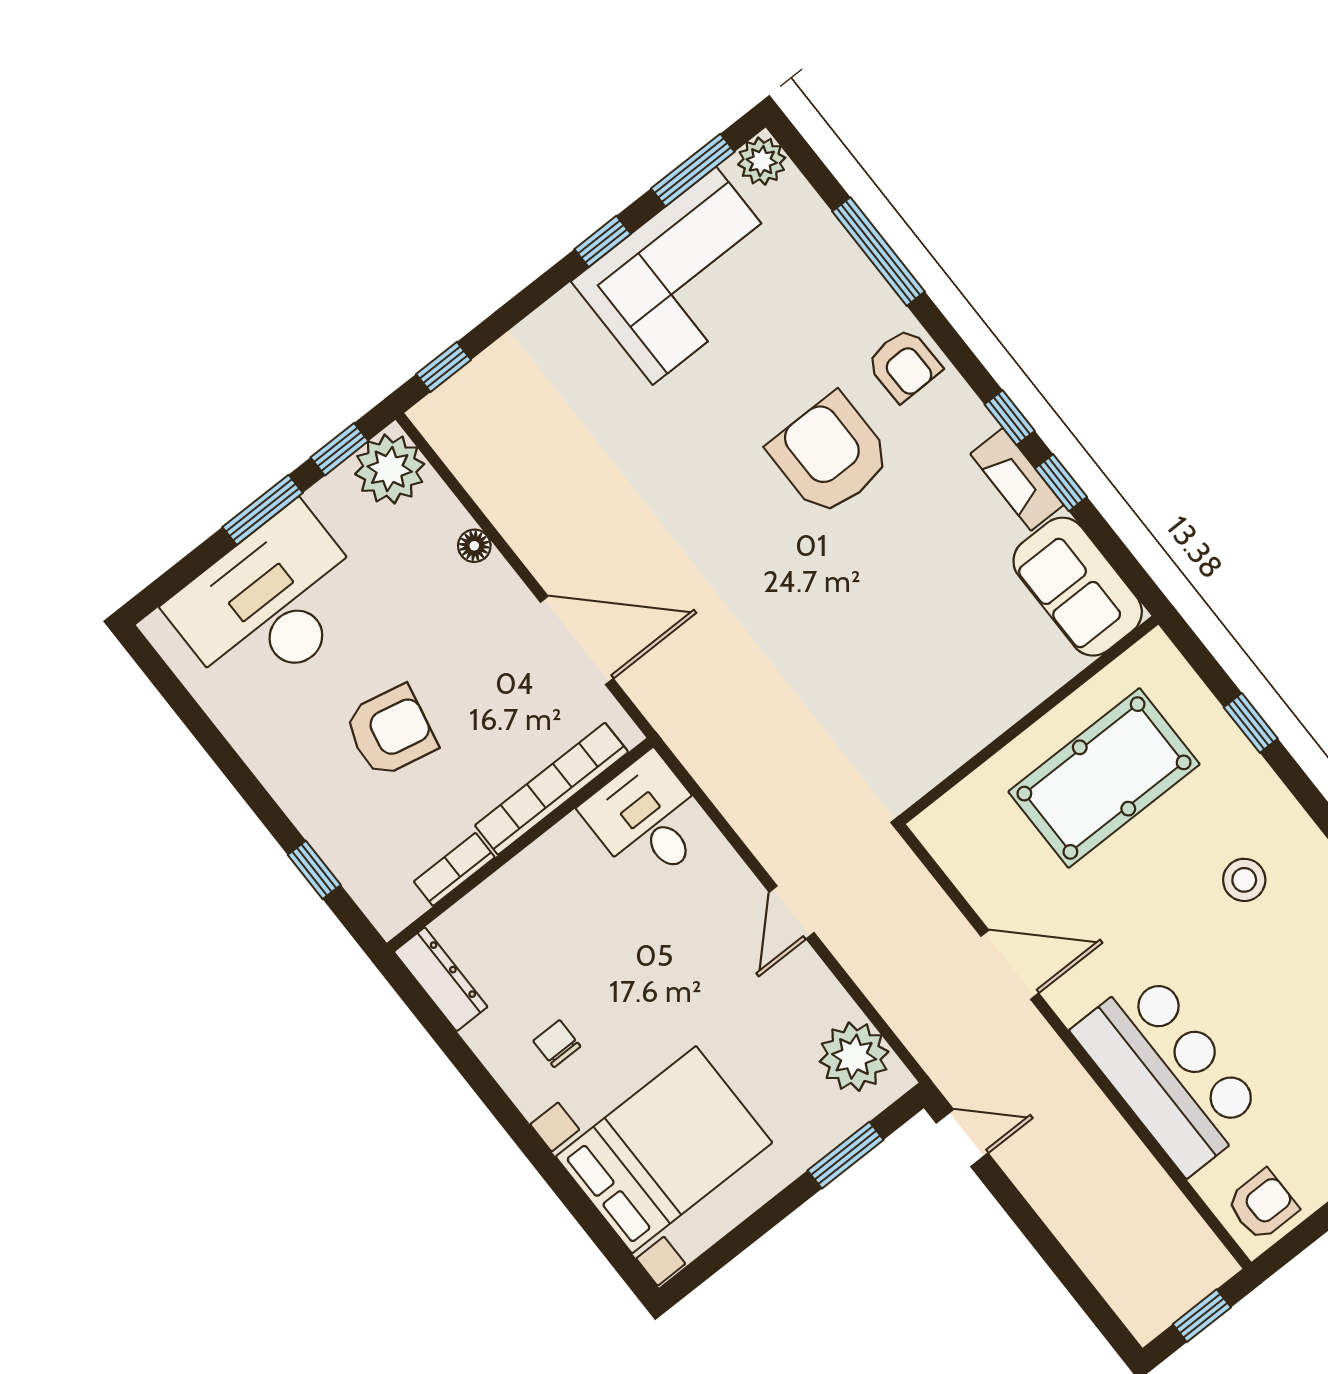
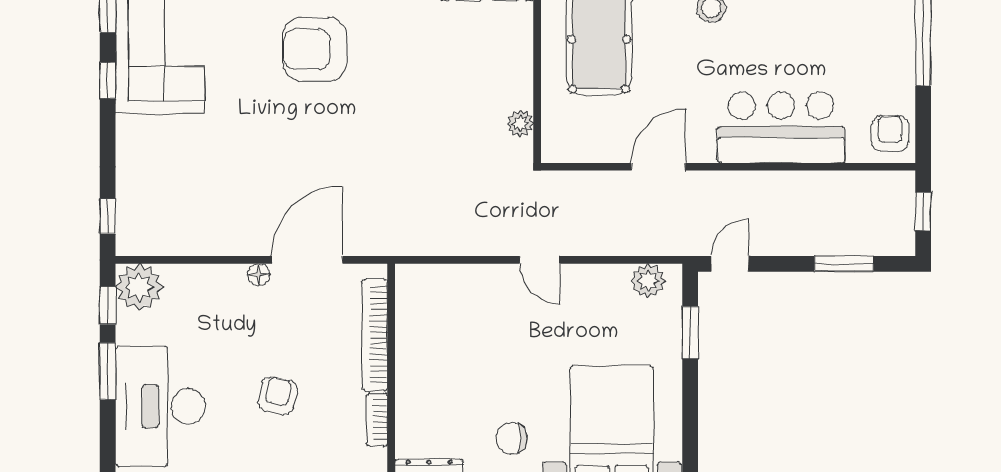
floor lamp: (474, 546) -> (259, 275), moved
armchair: (390, 731) -> (277, 396), width x0.72, depth x0.72
plant: (933, 763) -> (520, 123), added
desk: (648, 820) -> (431, 297), removed
chair: (557, 1044) -> (511, 438), width x1.37, depth x1.37
plant: (854, 1057) -> (648, 281), width x0.73, depth x0.73
window: (1068, 1272) -> (844, 264), added

